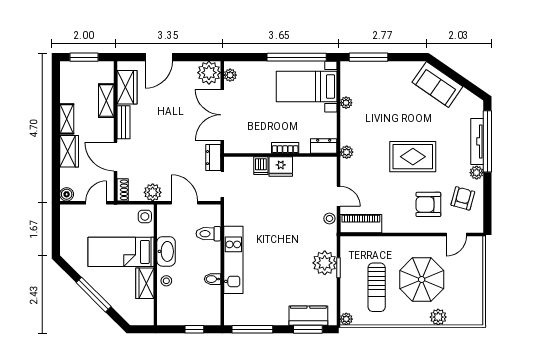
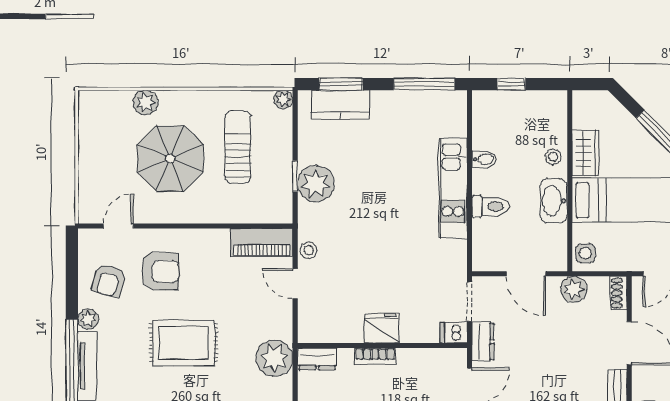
plant: (347, 152) -> (274, 358), width x1.88, depth x1.88
dishwasher: (261, 166) -> (453, 333), moved, turned -90
toilet: (208, 234) -> (490, 206), moved

